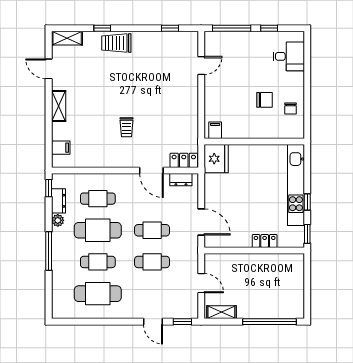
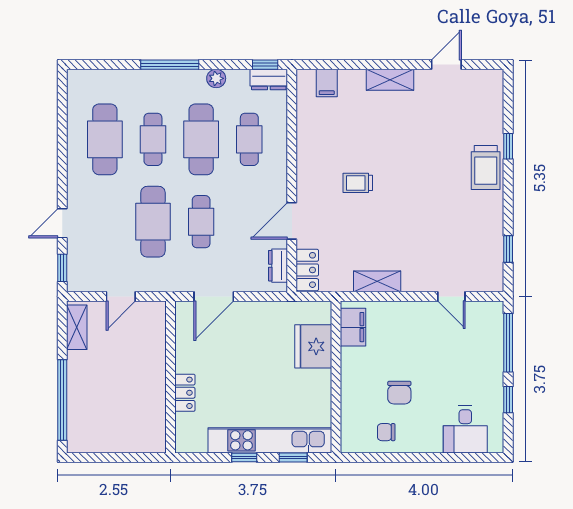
shelving: (67, 38) -> (377, 281), moved, turned 90
trolley: (116, 43) -> (486, 168), turned 180
filing cabinet: (215, 130) -> (353, 327), width x2.00
fridge: (216, 159) -> (313, 346), moved, turned 90
dresser: (58, 201) -> (269, 80), moved
window: (307, 234) -> (293, 458), moved
cafe table: (152, 262) -> (153, 222), width x1.37, depth x1.35

